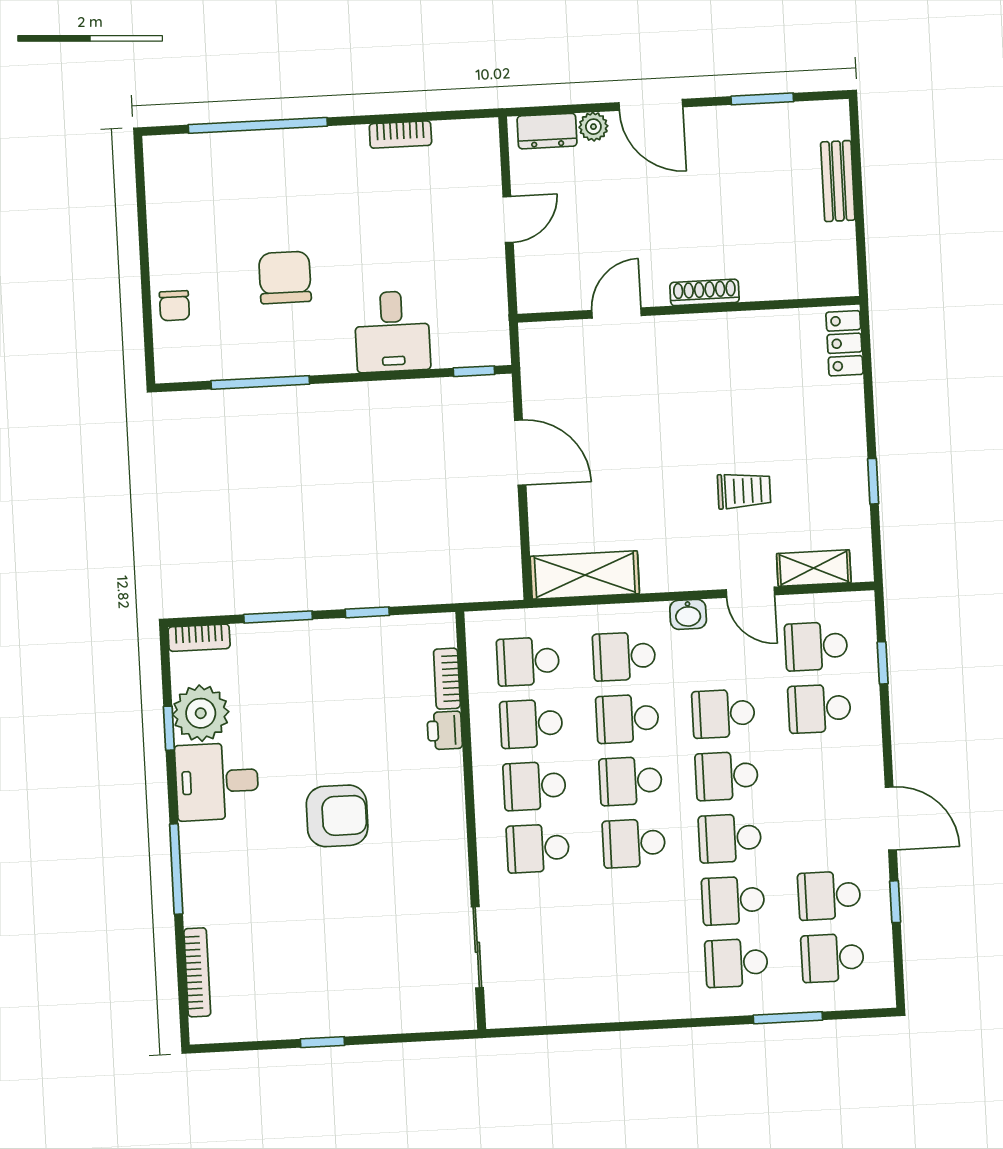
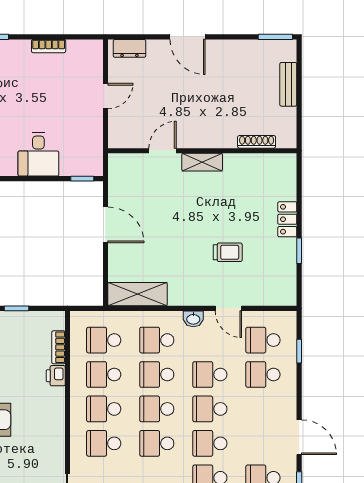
window: (762, 99) -> (275, 37), moved
plant: (593, 127) -> (155, 47), removed
shoe rack: (705, 292) -> (257, 142), moved
locker: (844, 343) -> (287, 219), moved
shelving: (814, 568) -> (202, 162), moved

